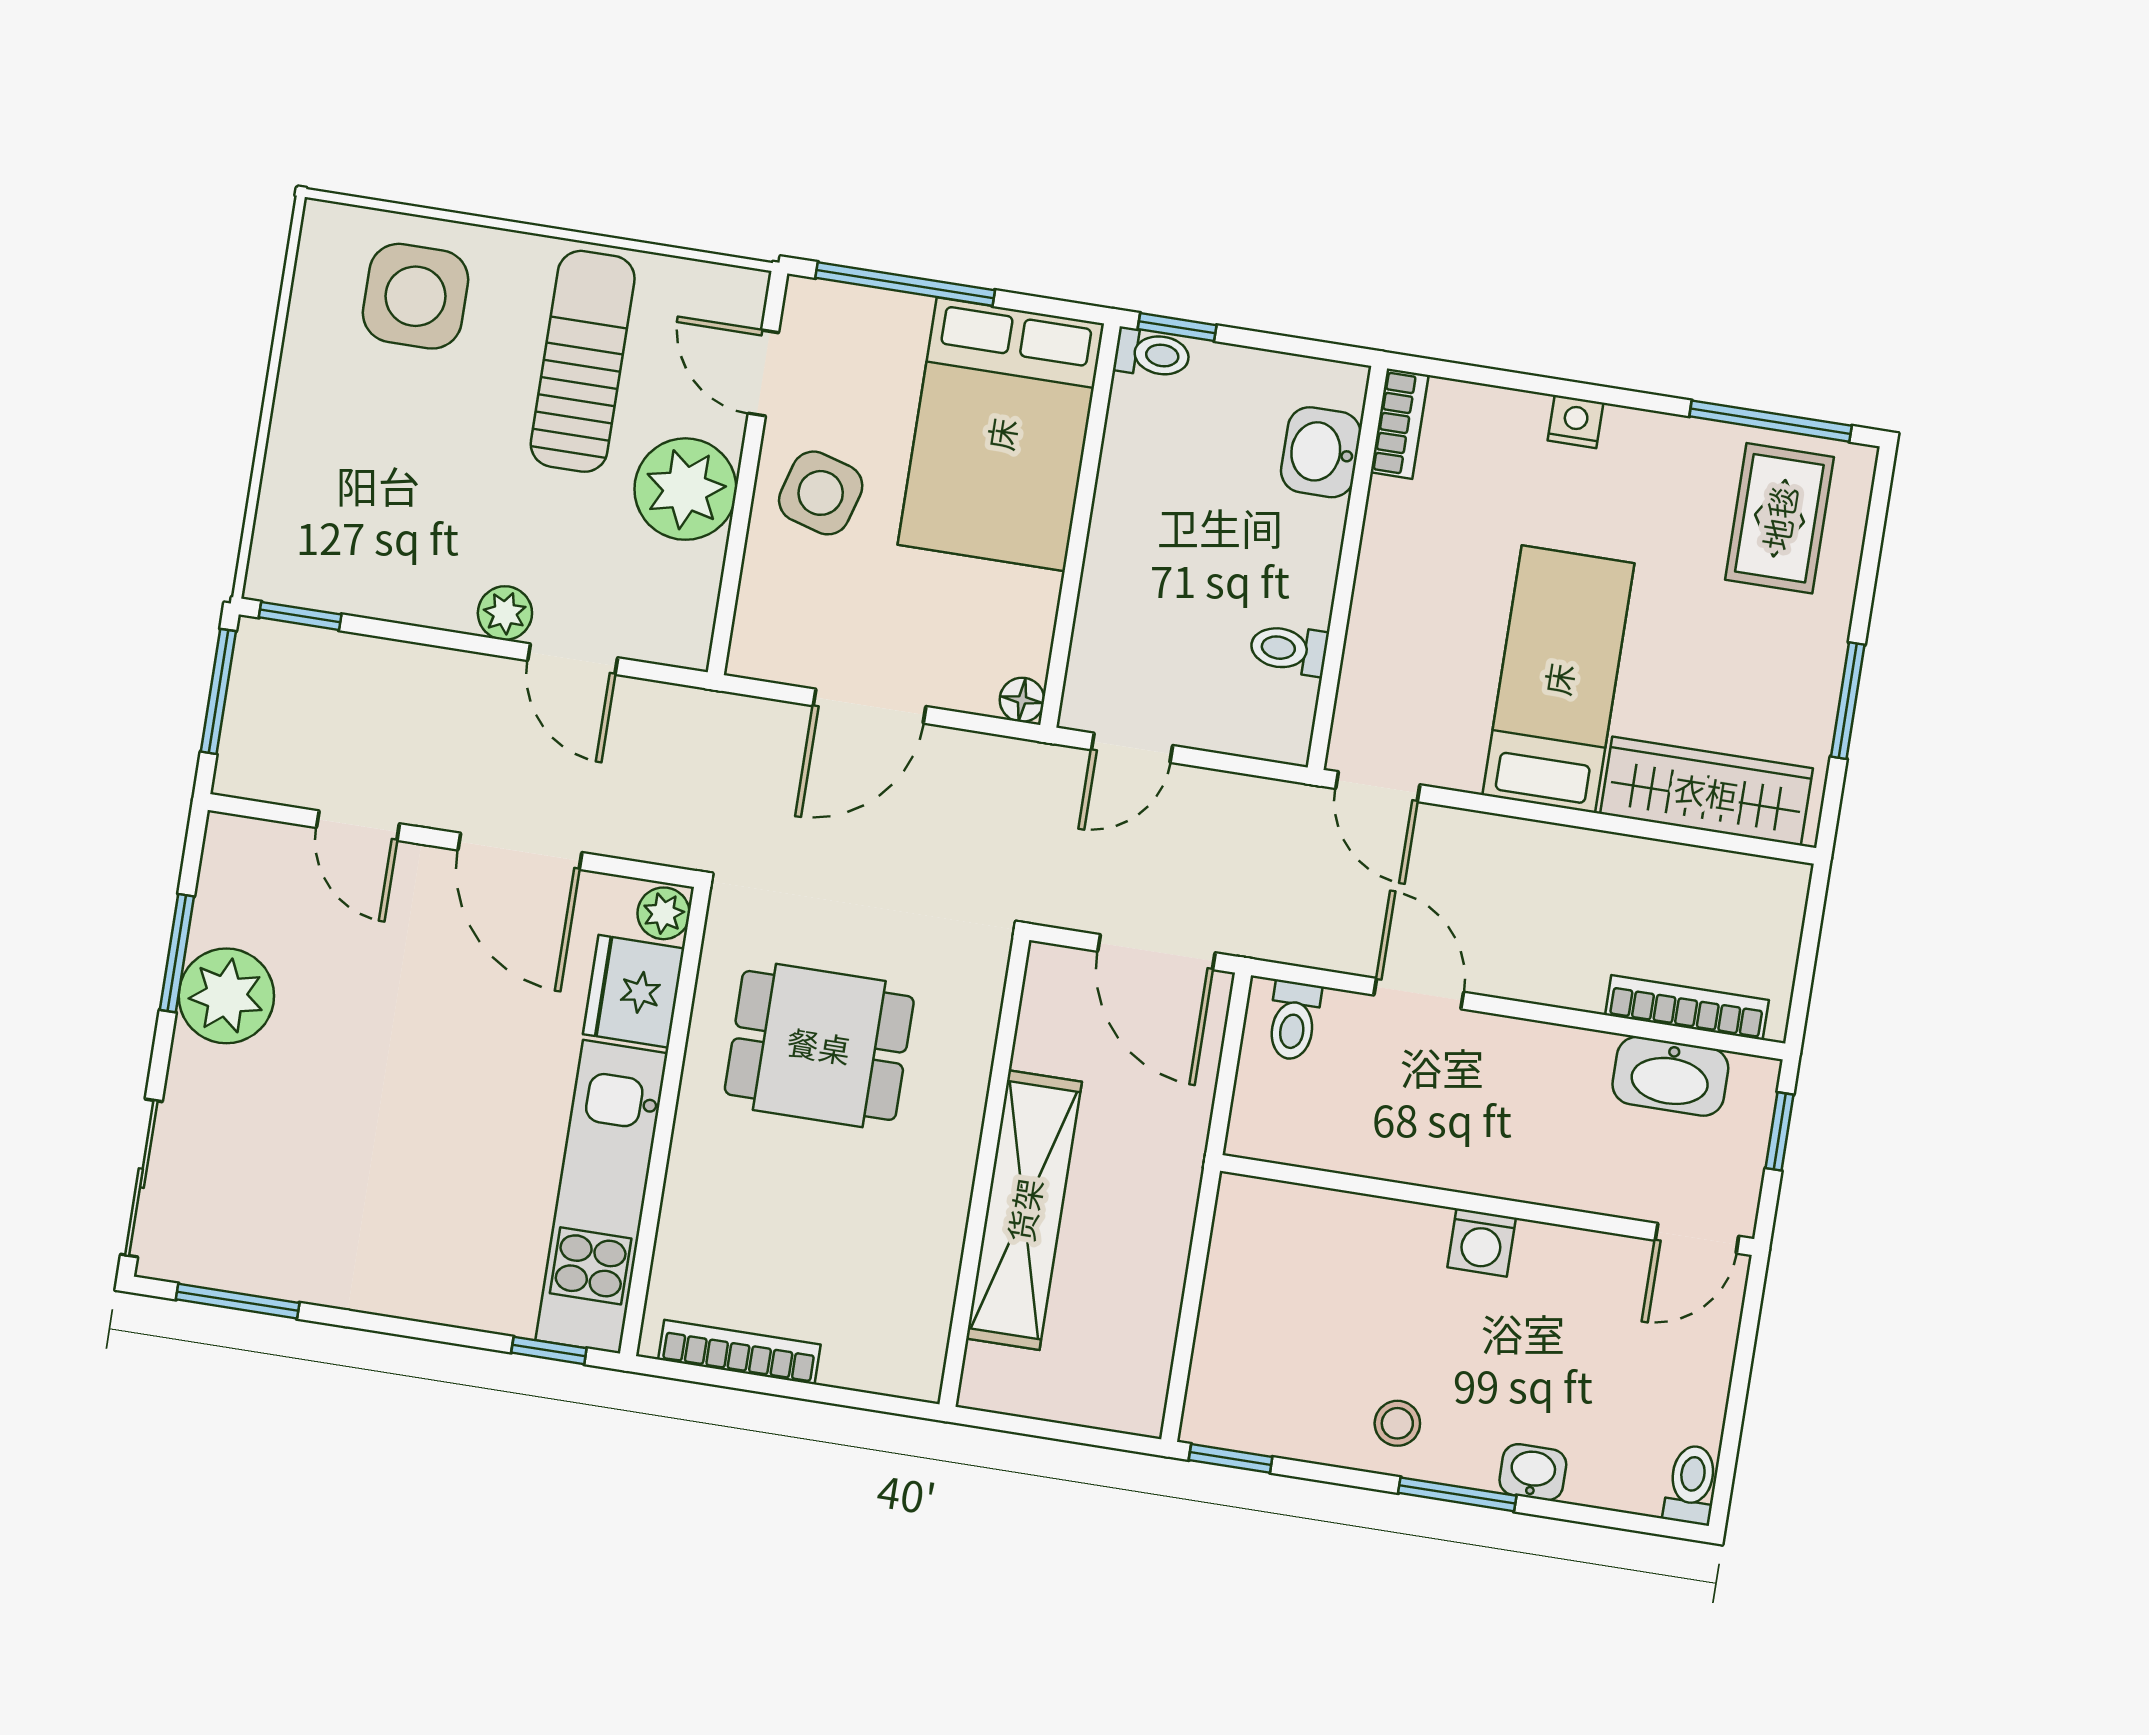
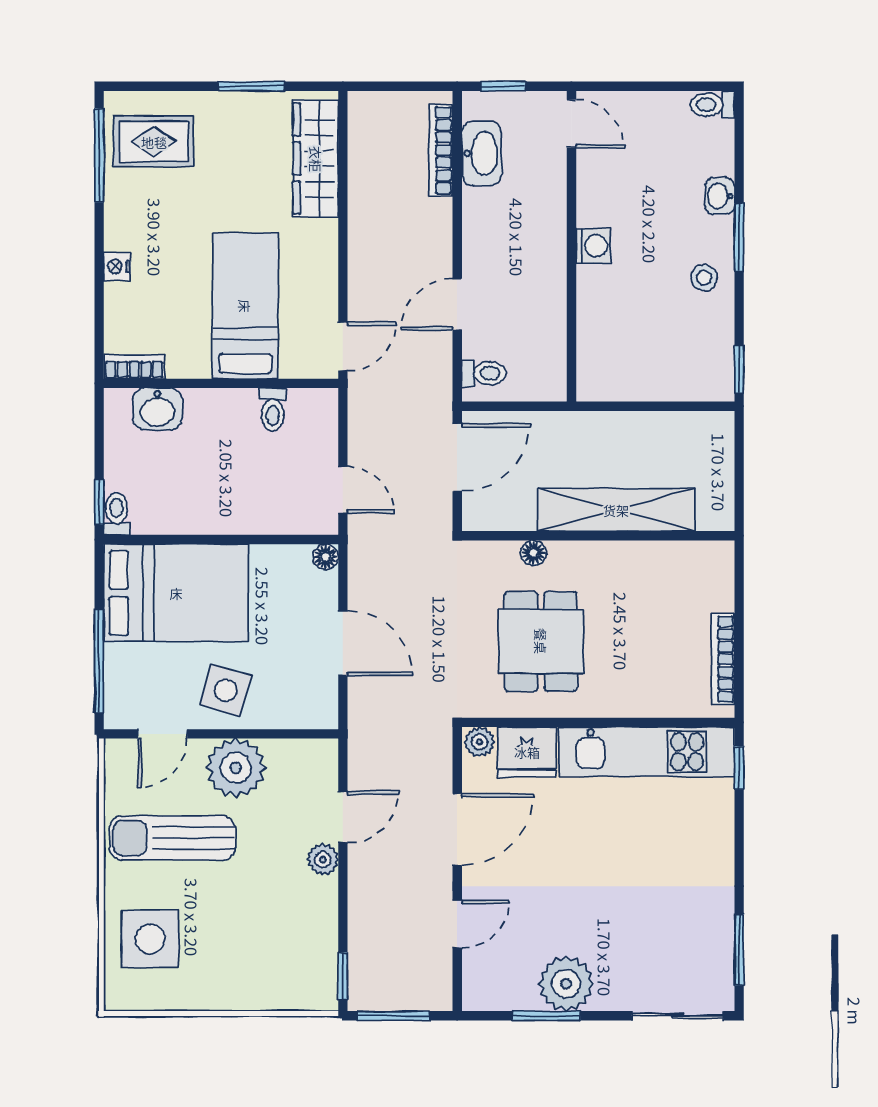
bed: (1558, 679) -> (245, 306), moved, turned 90
floor lamp: (972, 1057) -> (534, 553), added

